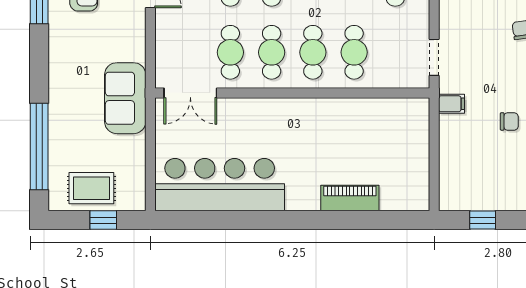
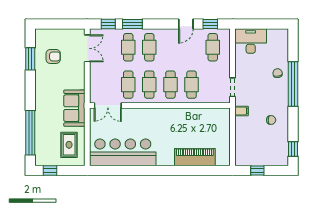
rug: (91, 188) -> (69, 145), moved, turned 90
piano: (350, 198) -> (195, 157), width x1.37, depth x1.33
window: (103, 220) -> (50, 171), moved

